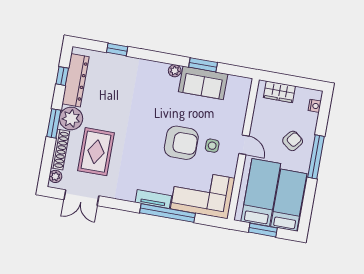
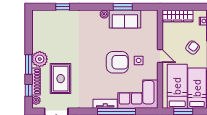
window: (62, 76) -> (29, 90), moved
dresser: (76, 80) -> (38, 33), removed
wardrobe: (279, 92) -> (178, 16), width x1.50

